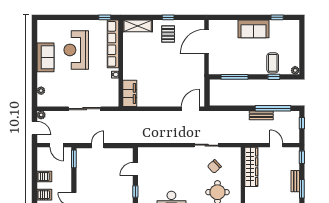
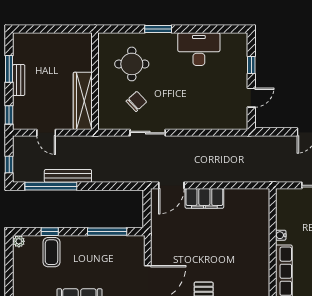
filing cabinet: (130, 93) -> (204, 198), moved, turned -90
bench: (261, 115) -> (68, 176), width x1.36

